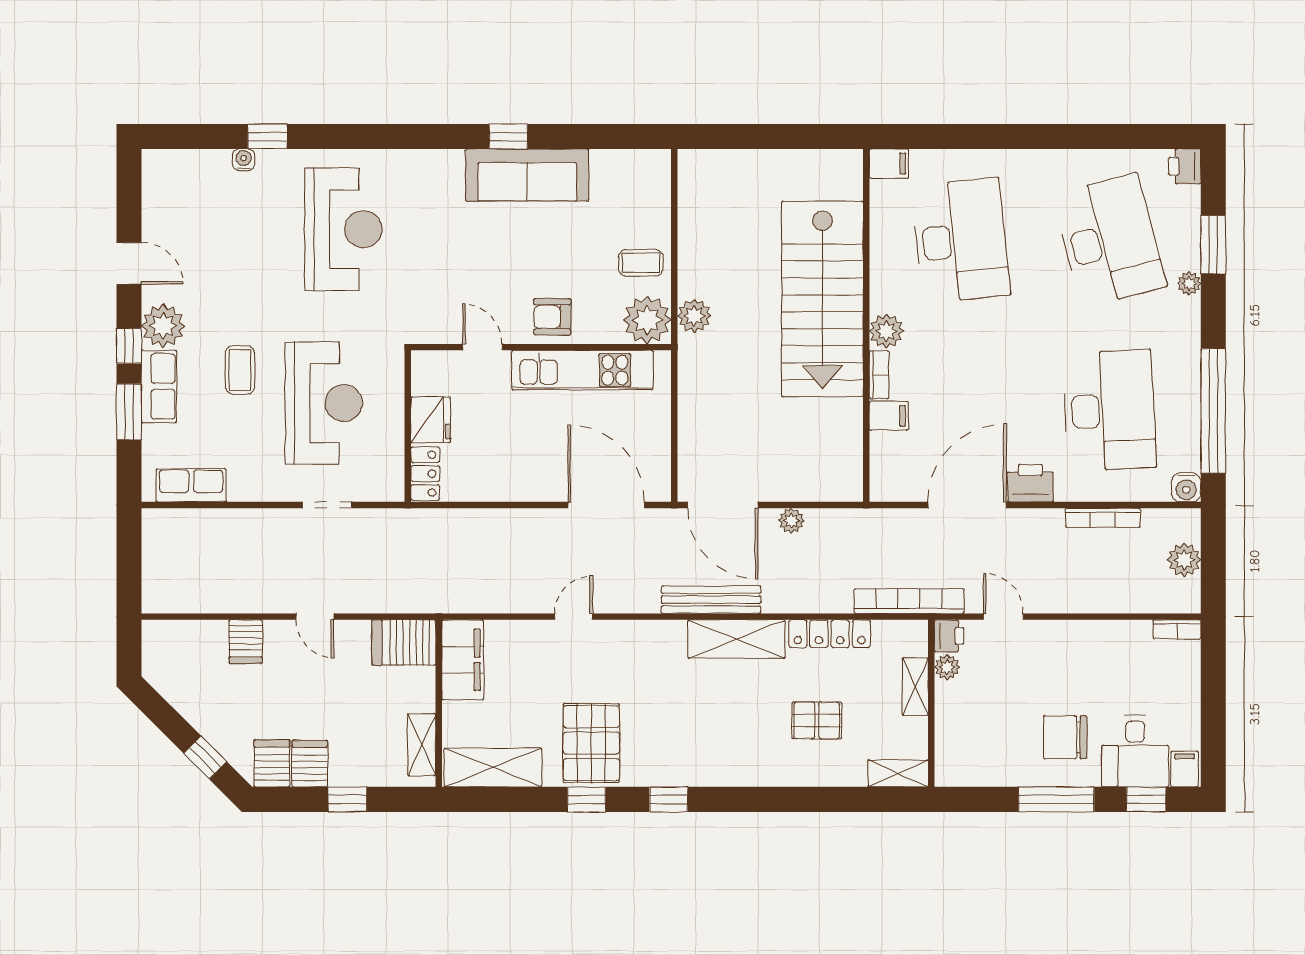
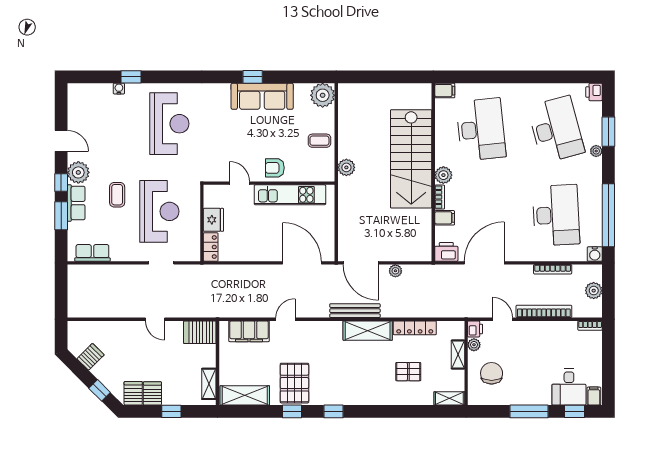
plant: (647, 320) -> (323, 95), moved
printer: (1030, 483) -> (446, 252), moved
bookcase: (909, 601) -> (544, 311), moved
server rack: (246, 642) -> (91, 357), moved, turned -135
filing cabinet: (463, 660) -> (249, 331), moved, turned 90
chair: (1065, 737) -> (492, 373), moved, turned 90

